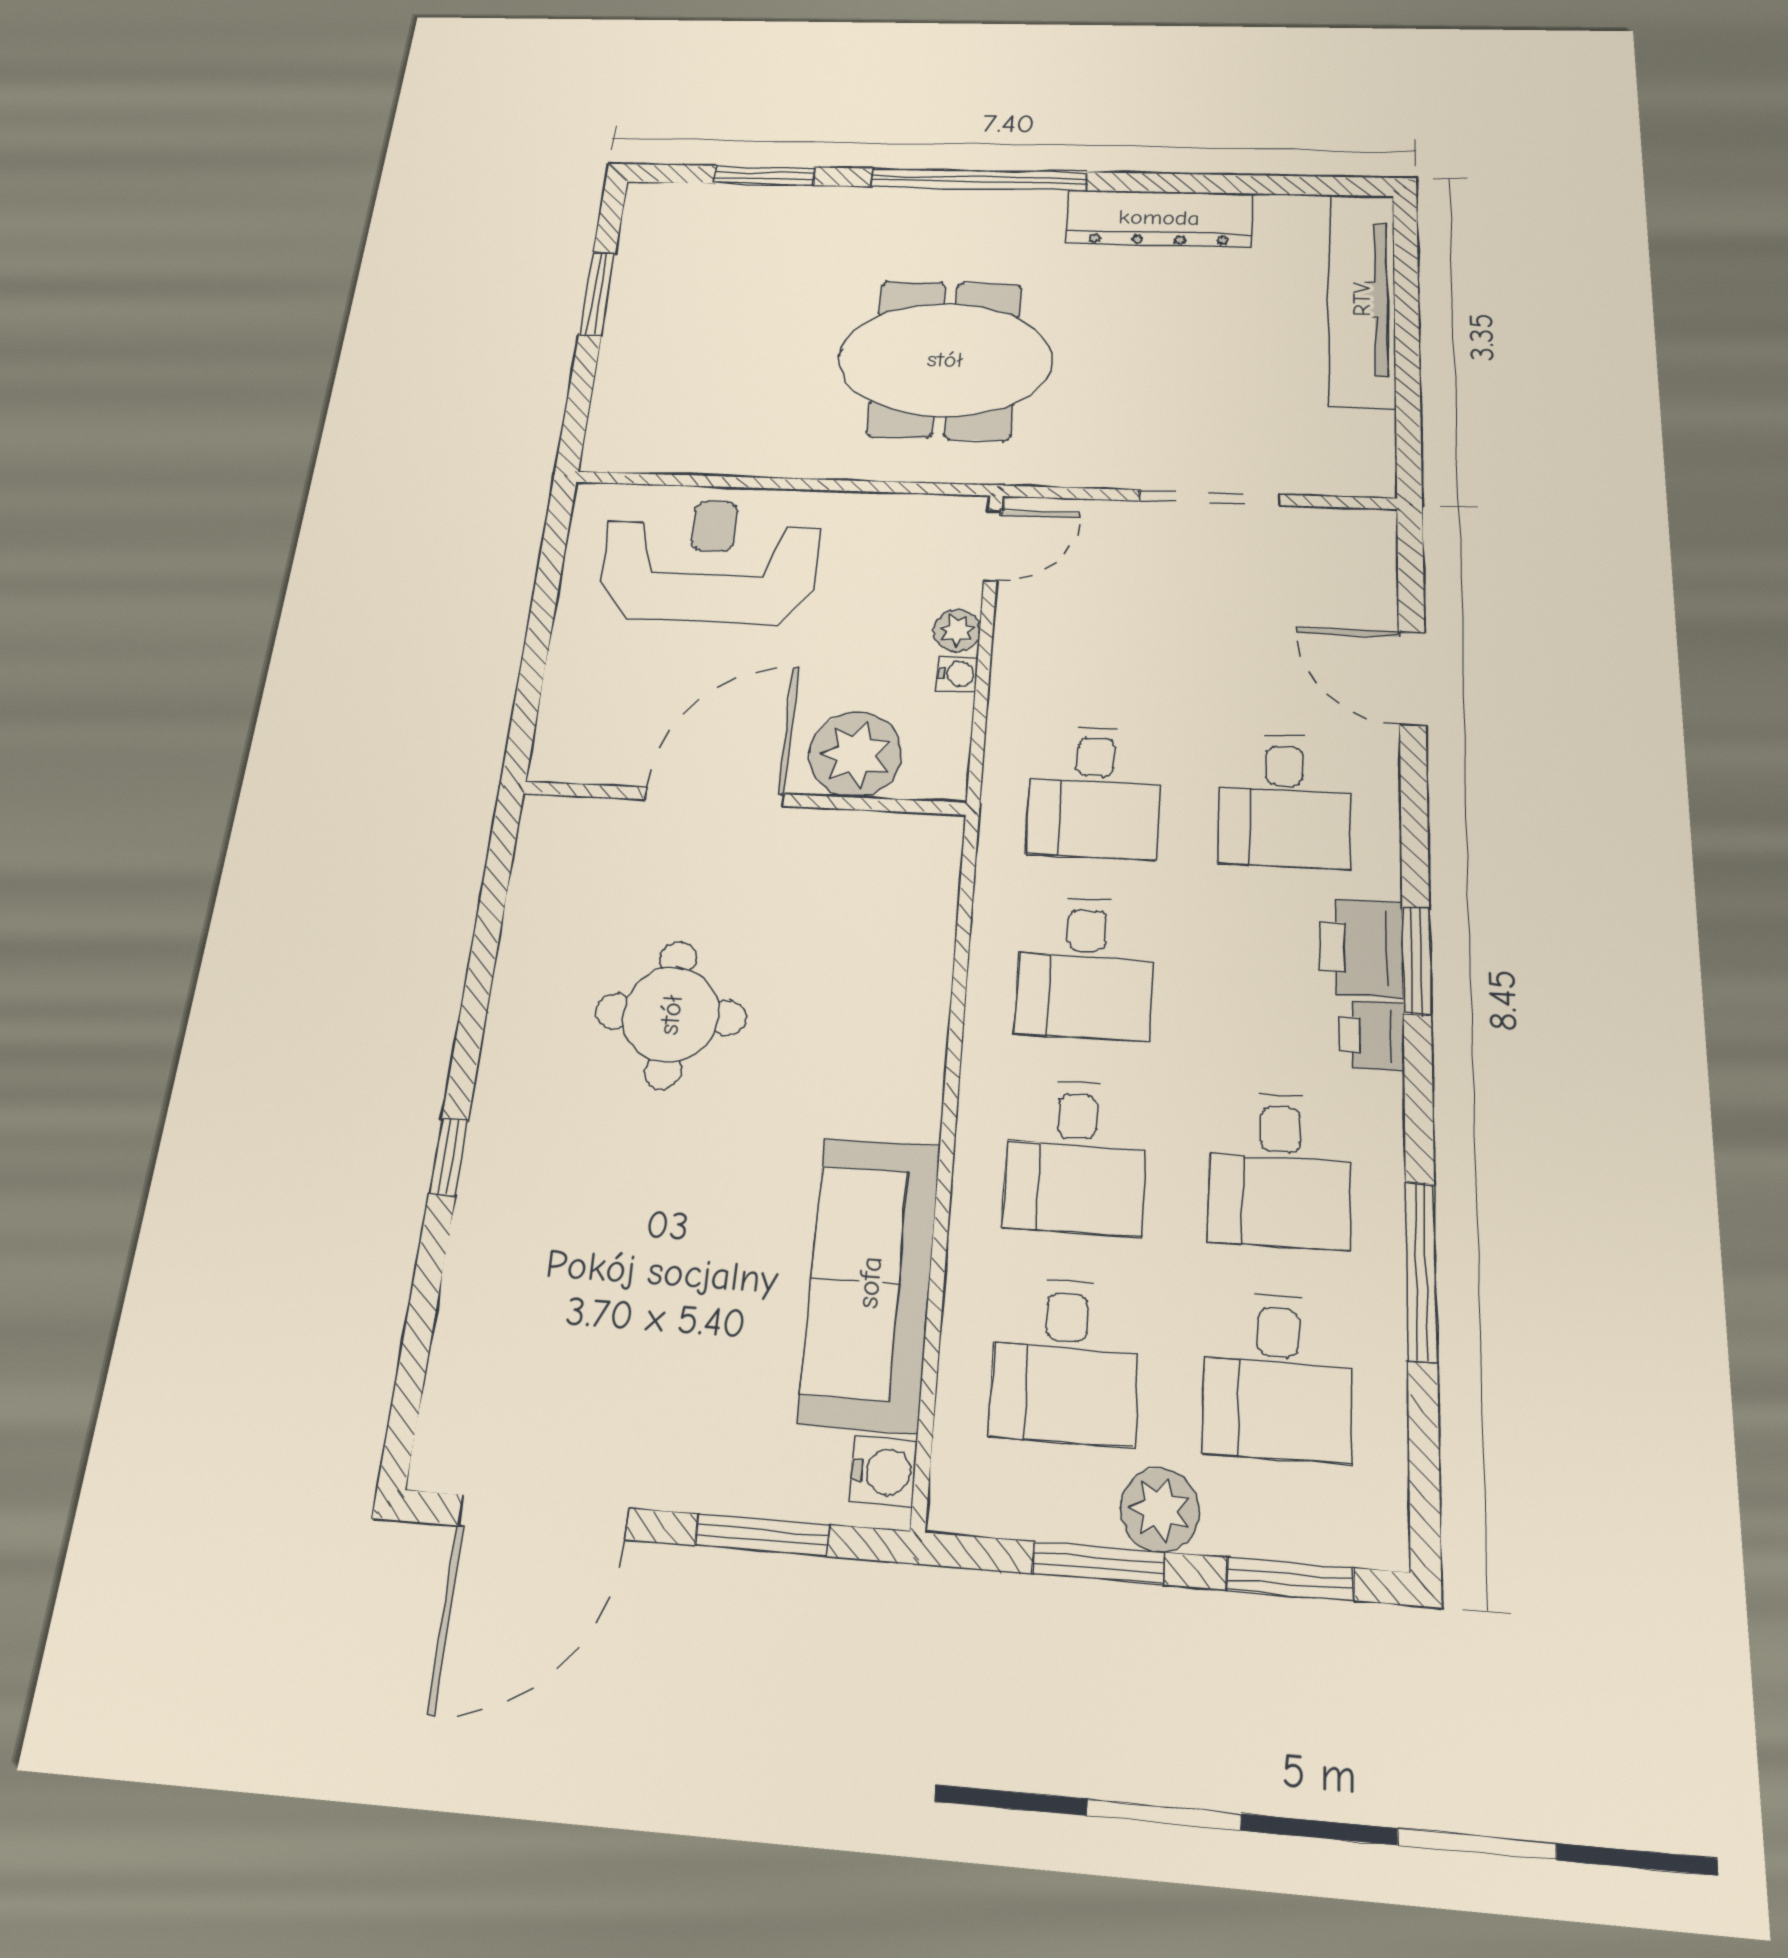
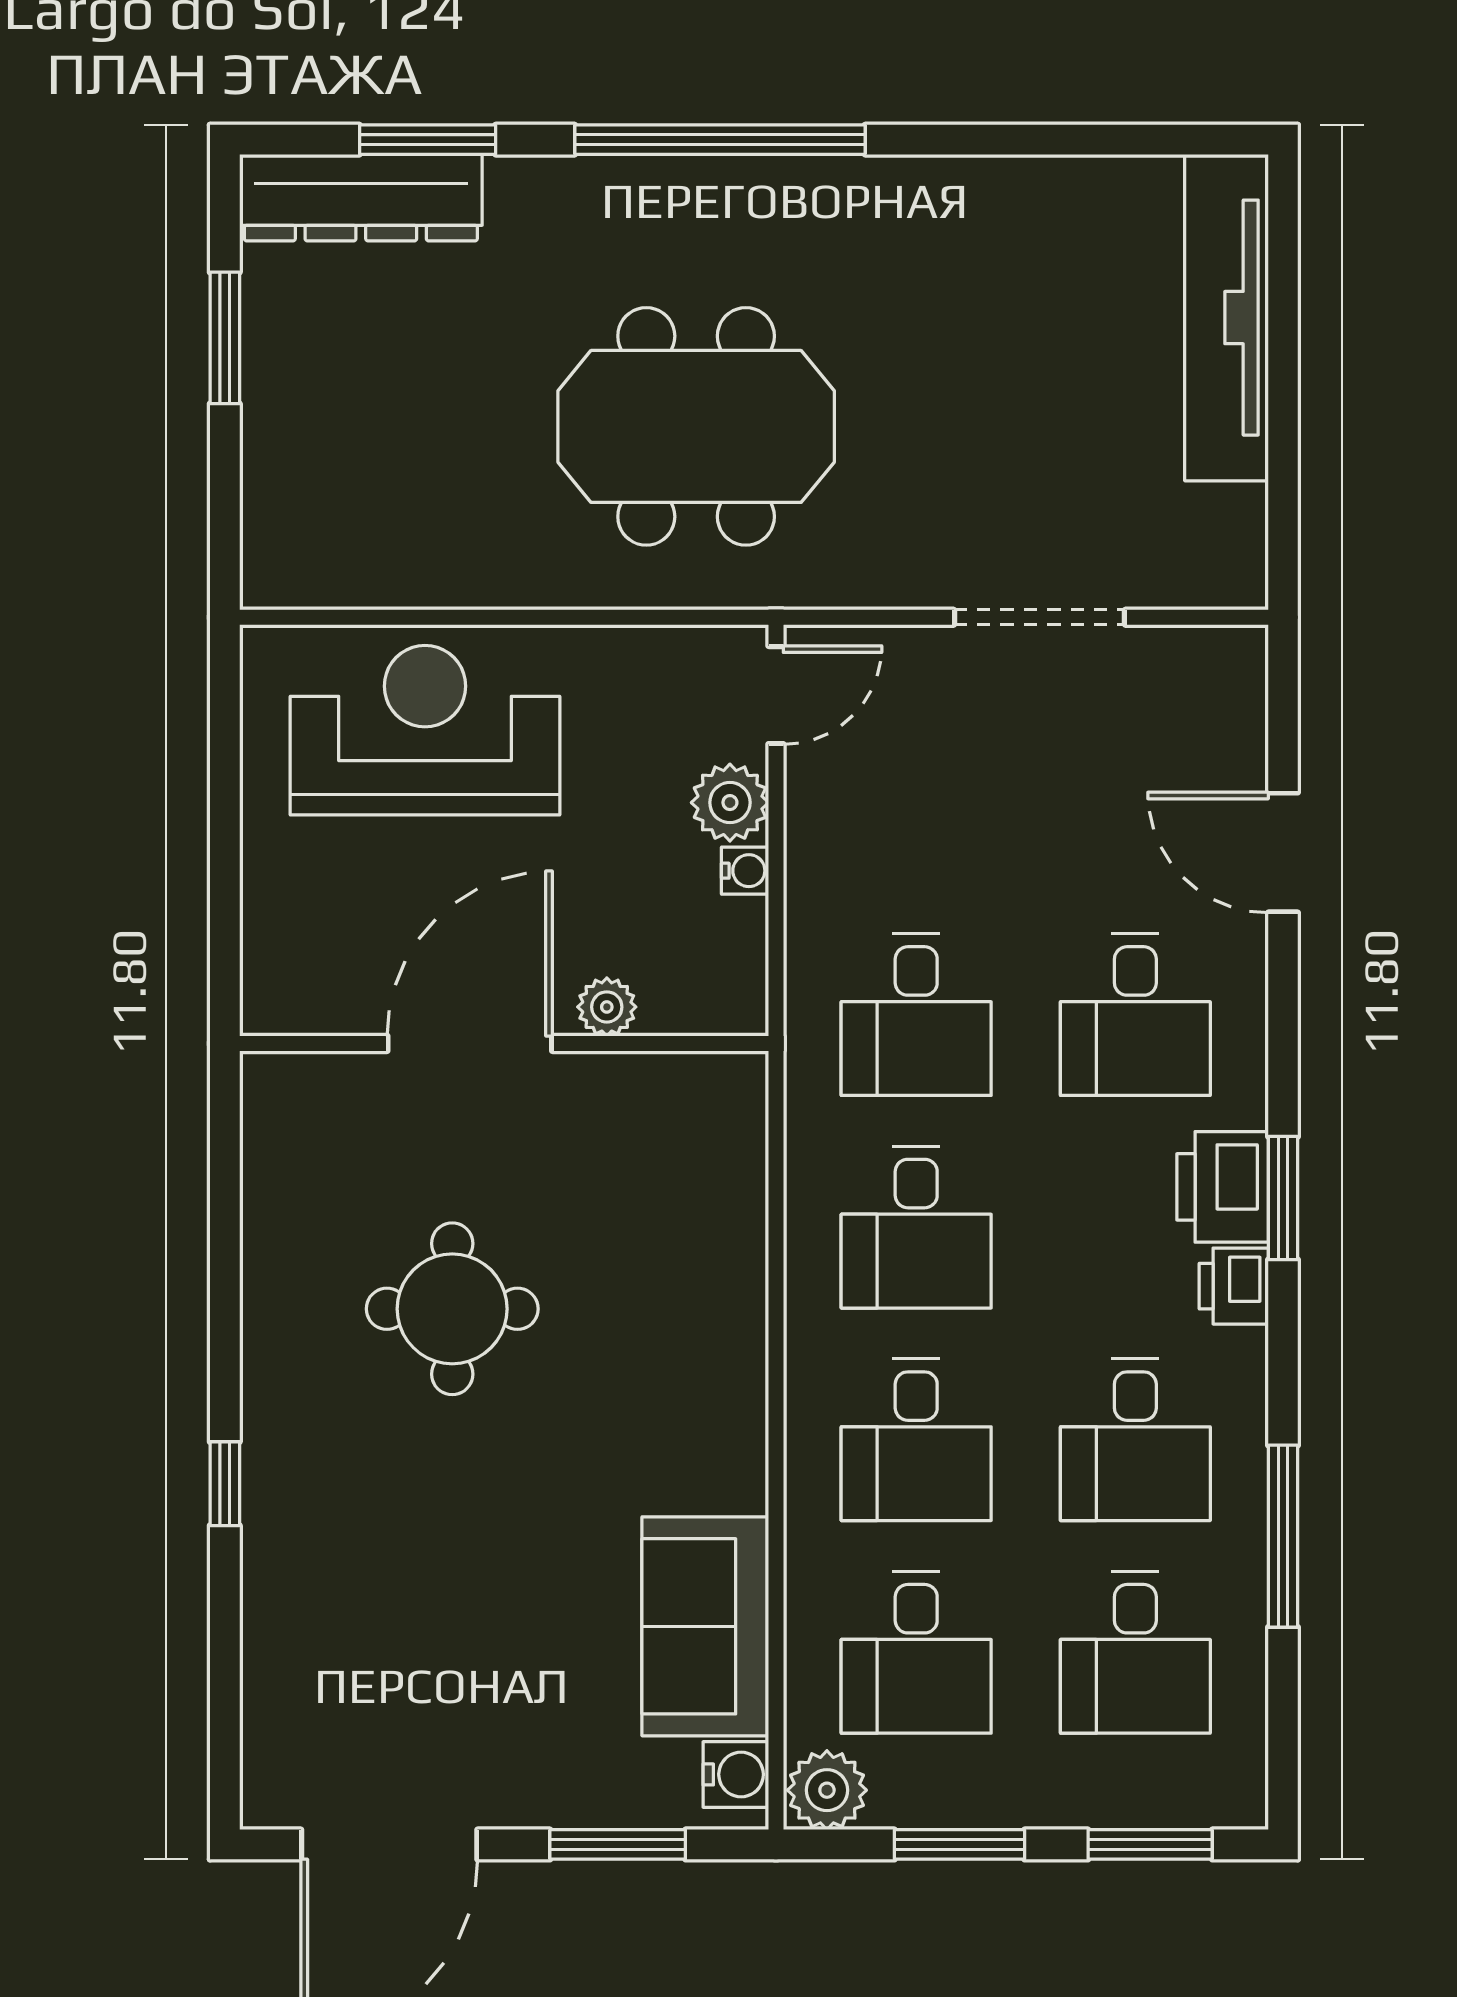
dresser: (1159, 218) -> (361, 198), moved
plant: (957, 630) -> (730, 803), width x1.38, depth x1.38
plant: (856, 755) -> (607, 1007), width x0.53, depth x0.53
sofa: (870, 1282) -> (705, 1626), width x0.73
plant: (1160, 1510) -> (827, 1790), moved

